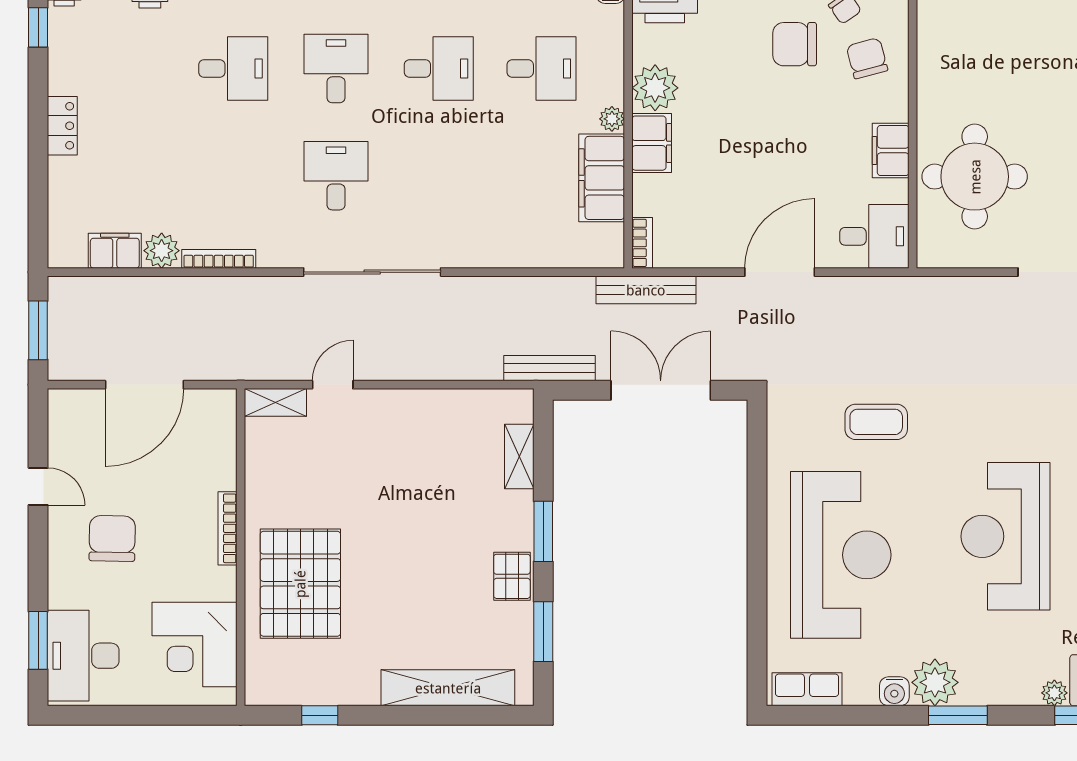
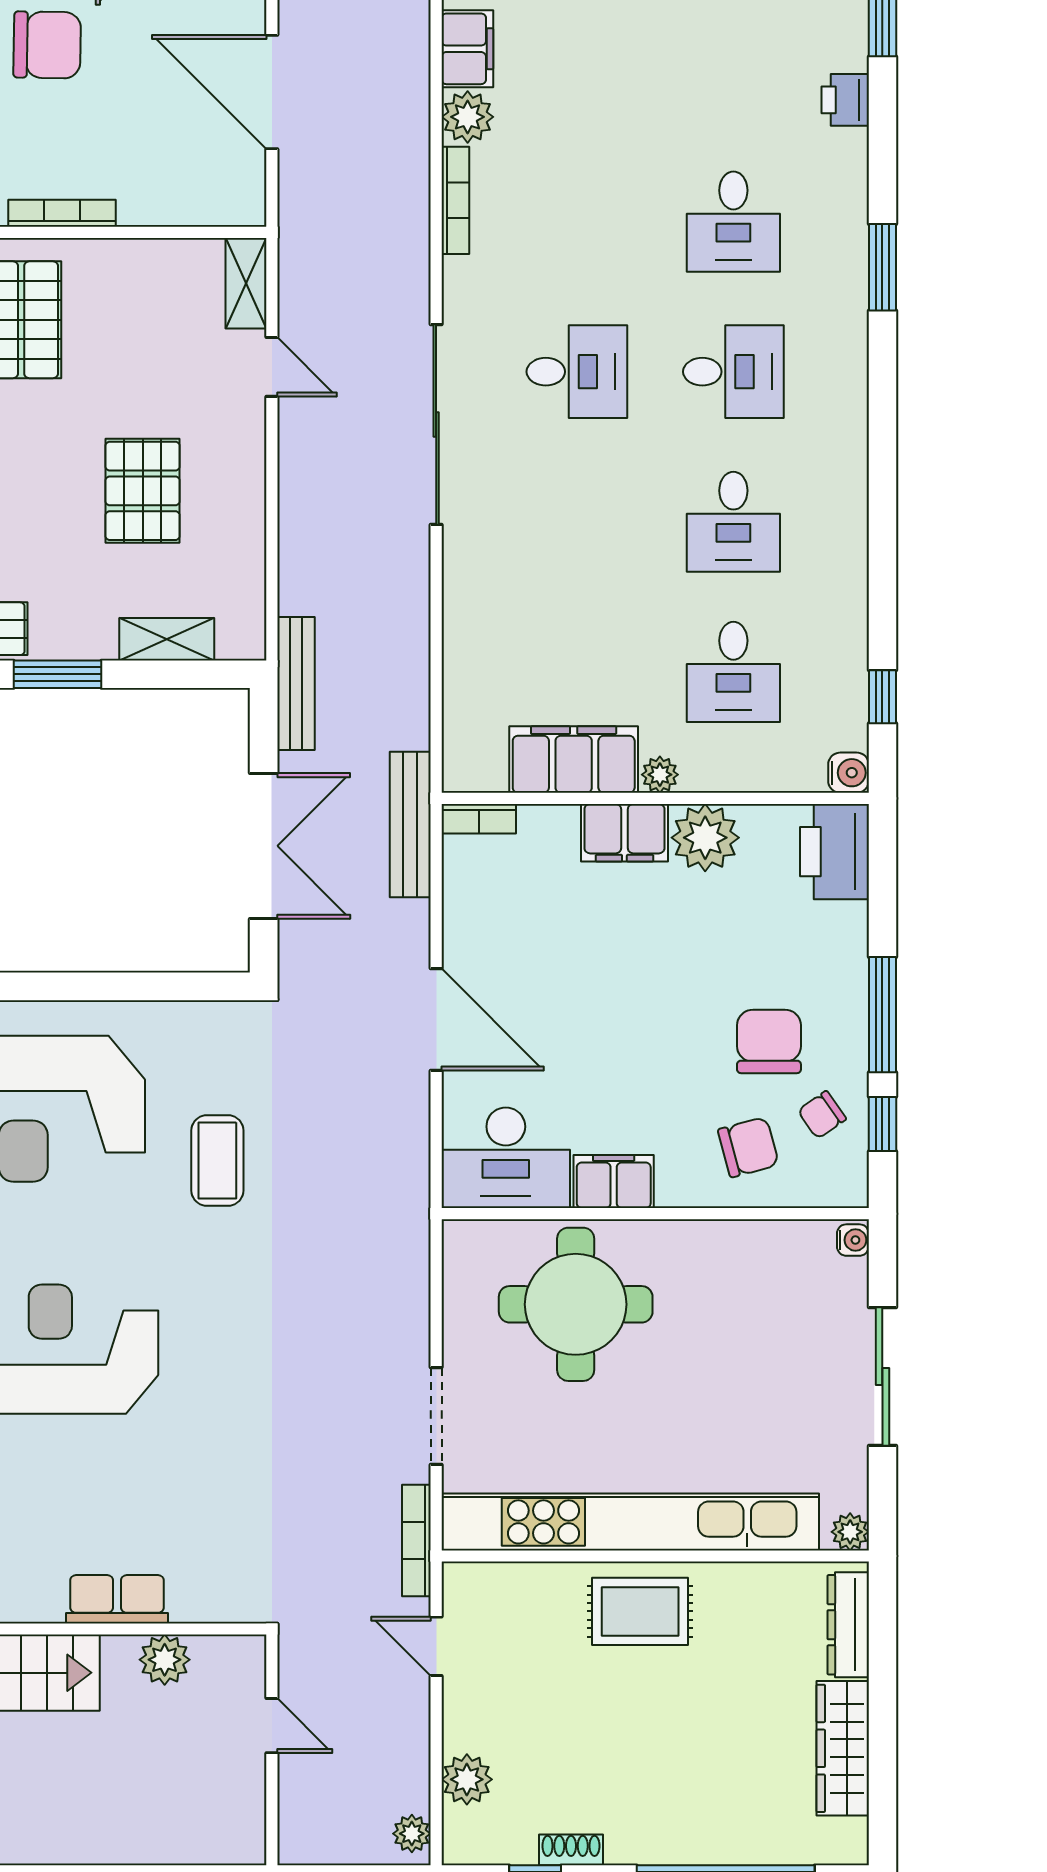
desk: (874, 236) -> (506, 1158), width x1.37
pallet: (418, 473) -> (143, 491), added

